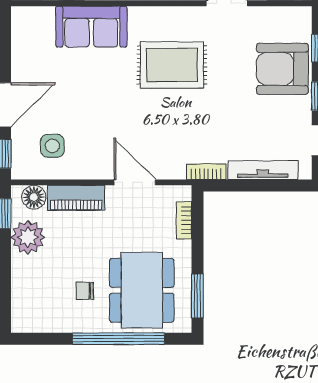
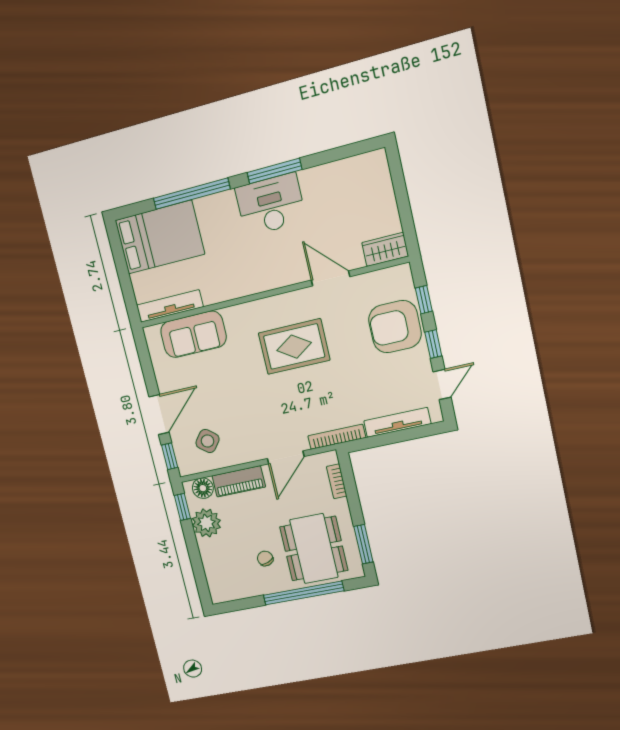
sofa: (91, 27) -> (193, 334), moved
side table: (52, 146) -> (208, 441), turned 38
bookcase: (206, 172) -> (337, 437), width x1.56
door: (135, 182) -> (286, 457), swing flipped
chair: (85, 291) -> (265, 558), turned 70

